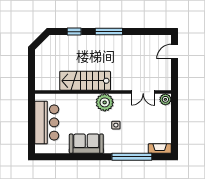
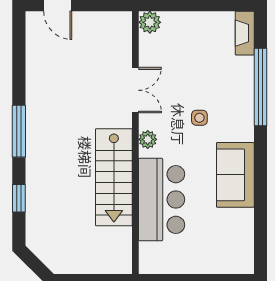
double door: (143, 92) -> (135, 90), moved
plant: (105, 102) -> (148, 139), width x0.53, depth x0.53
bar counter: (47, 122) -> (162, 200), moved, turned 90

